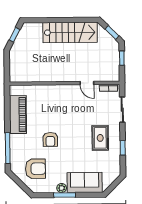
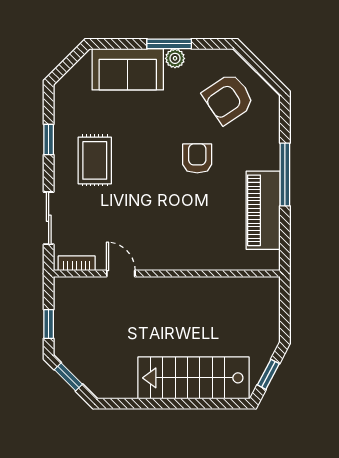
stairs: (70, 32) -> (194, 378), moved
window: (8, 148) -> (285, 175), moved
armchair: (35, 169) -> (228, 99), turned -34

